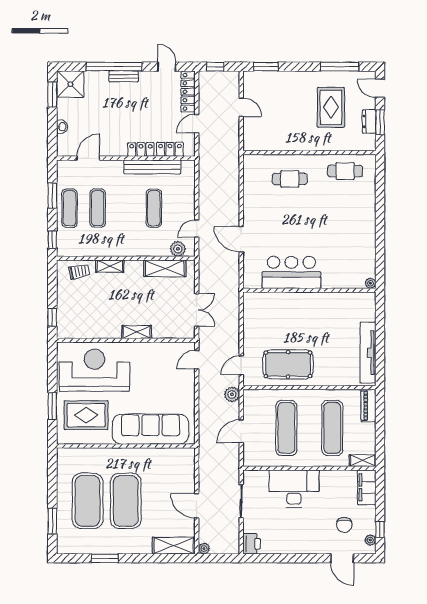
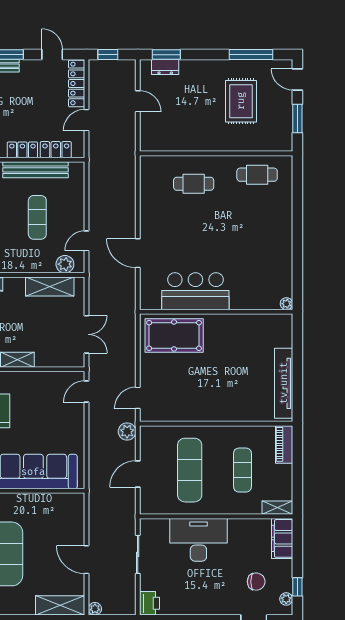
dresser: (369, 121) -> (165, 67), moved, turned -90
pool table: (288, 364) -> (174, 335), moved
exercise mat: (332, 428) -> (242, 470), width x0.73, depth x0.69
chair: (344, 525) -> (256, 582), turned -90

